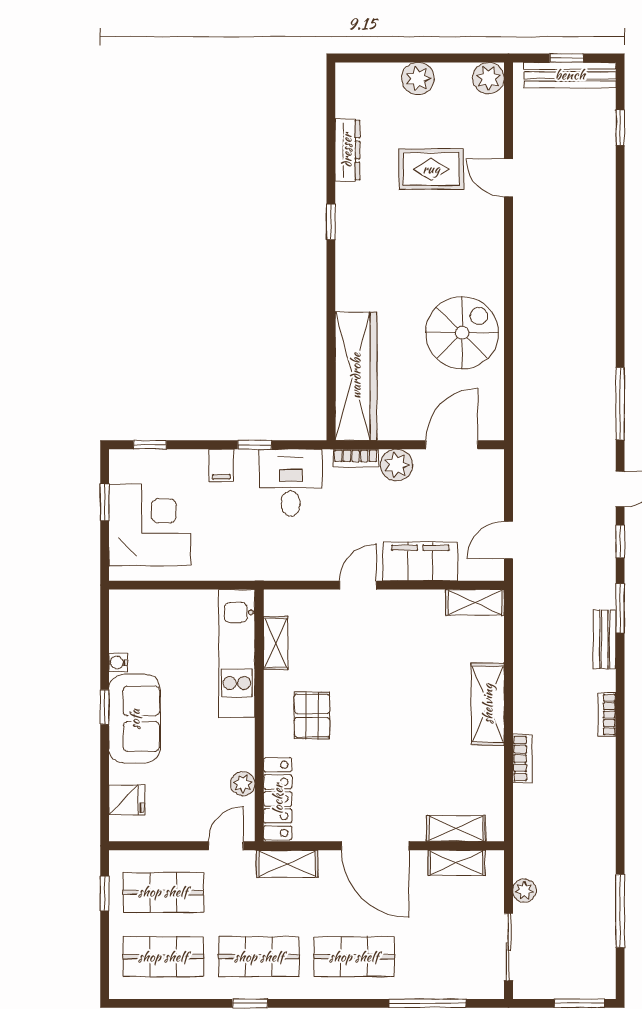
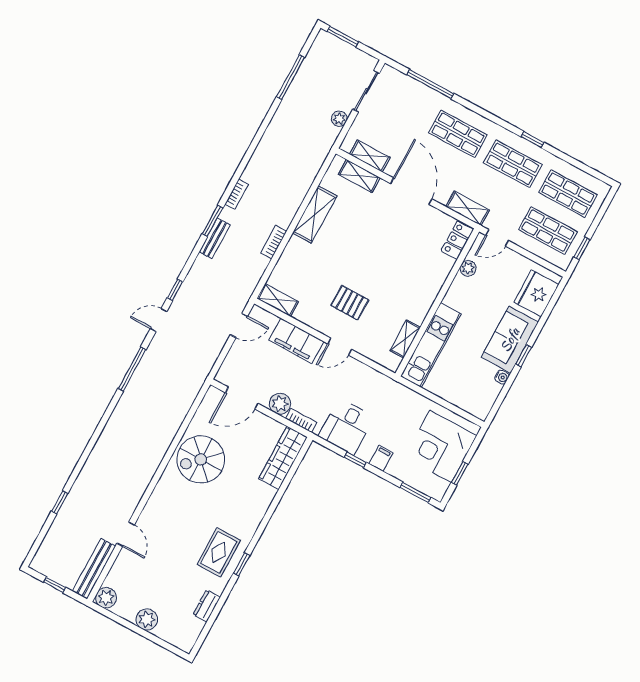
bench: (570, 75) -> (94, 569), moved, turned 90
window: (620, 128) -> (60, 502), moved
dresser: (347, 150) -> (207, 606), width x0.70
rug: (431, 169) -> (219, 552), moved, turned 90
wardrobe: (356, 376) -> (283, 458), width x0.71, depth x0.85
window: (150, 445) -> (416, 492), width x1.50
window: (620, 608) -> (212, 221), moved
shelving: (488, 704) -> (315, 215), moved
pallet: (312, 716) -> (350, 303), moved, turned 90
bookcase: (522, 759) -> (274, 242), moved
locker: (278, 799) -> (457, 240), width x0.66
fridge: (127, 800) -> (536, 293), width x1.88, depth x1.34

